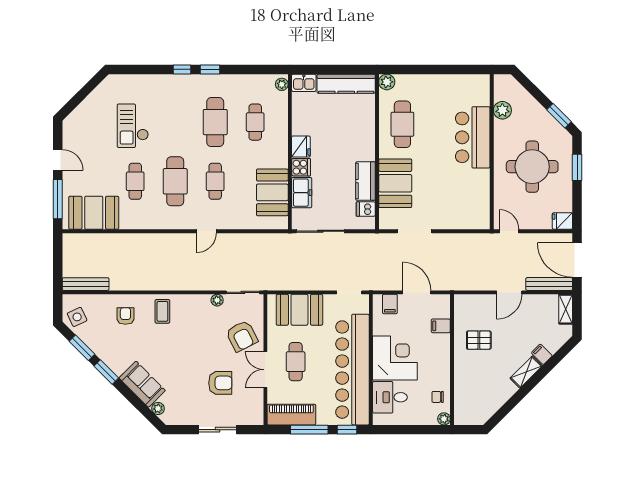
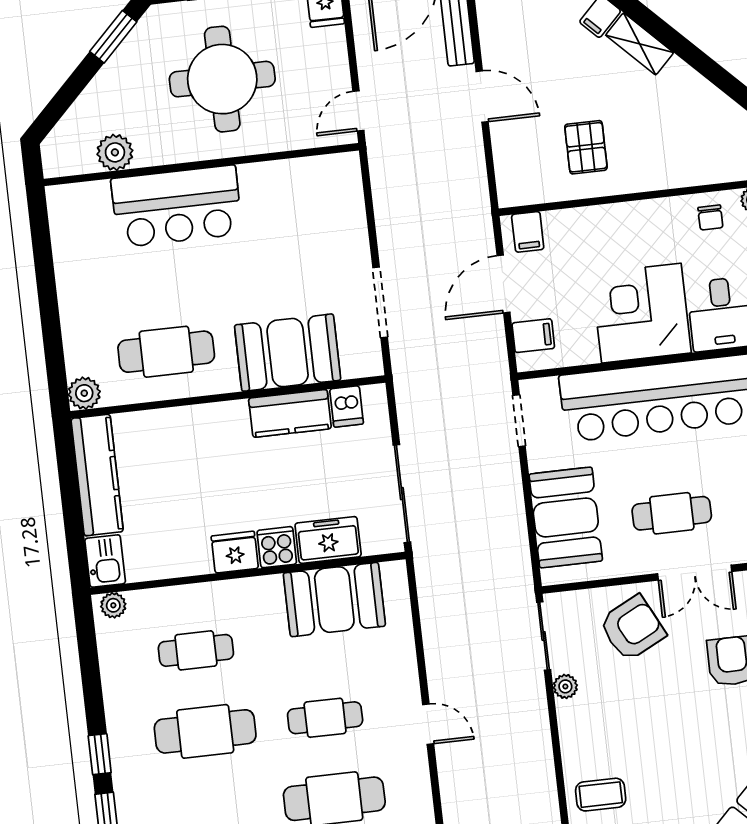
filing cabinet: (441, 326) -> (528, 232), moved

